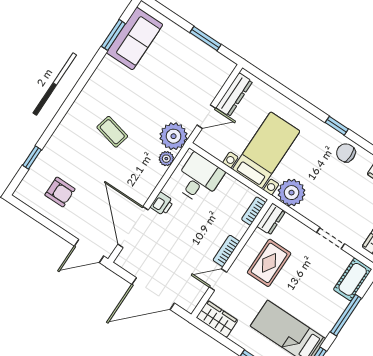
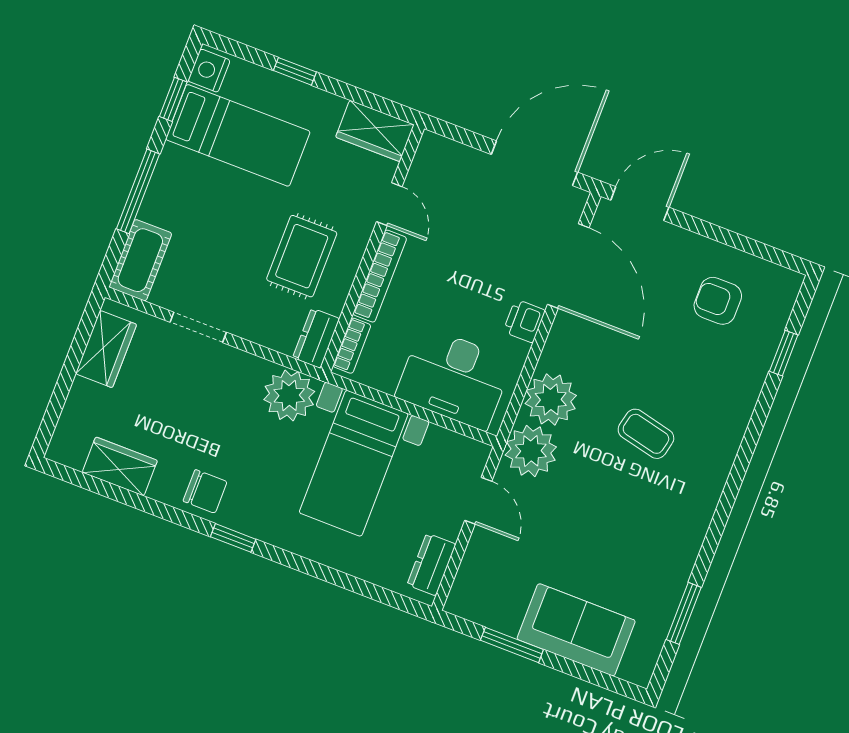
sofa: (135, 39) -> (576, 630), moved, turned 90
dresser: (234, 95) -> (431, 564), width x0.70
door: (206, 117) -> (478, 501), swing flipped
plant: (166, 159) -> (551, 400), width x1.87, depth x1.87
desk: (199, 179) -> (454, 378), width x1.37
bookcase: (226, 251) -> (380, 276), width x1.56
door: (218, 280) -> (389, 204), hinge flipped
door: (153, 294) -> (534, 163), moved

